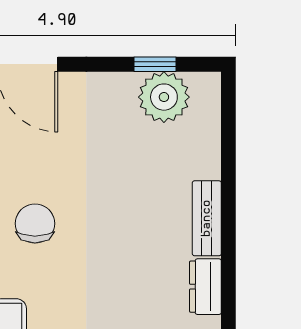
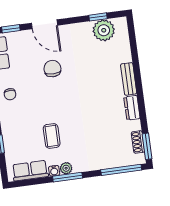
chair: (35, 224) -> (52, 69), moved

